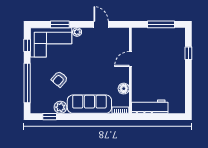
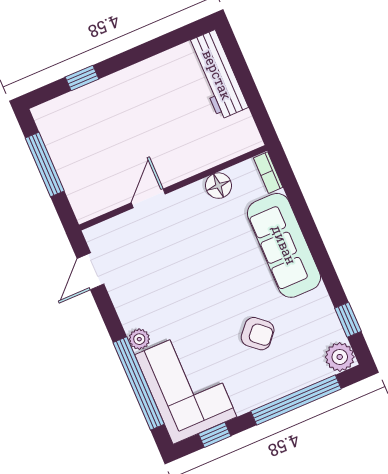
window: (60, 24) -> (139, 383), width x2.11
door: (101, 24) -> (91, 271), moved
door: (130, 59) -> (148, 198), swing flipped
plant: (60, 107) -> (340, 357), moved
workbench: (150, 107) -> (217, 75), moved

